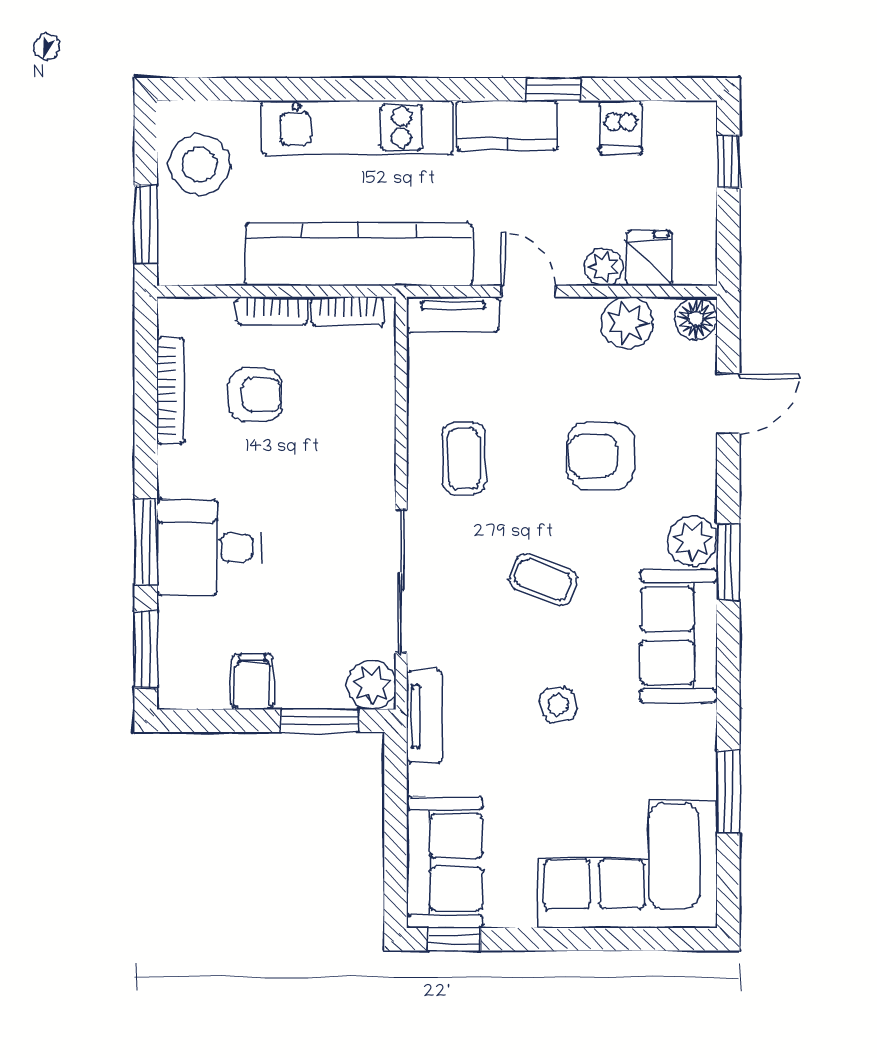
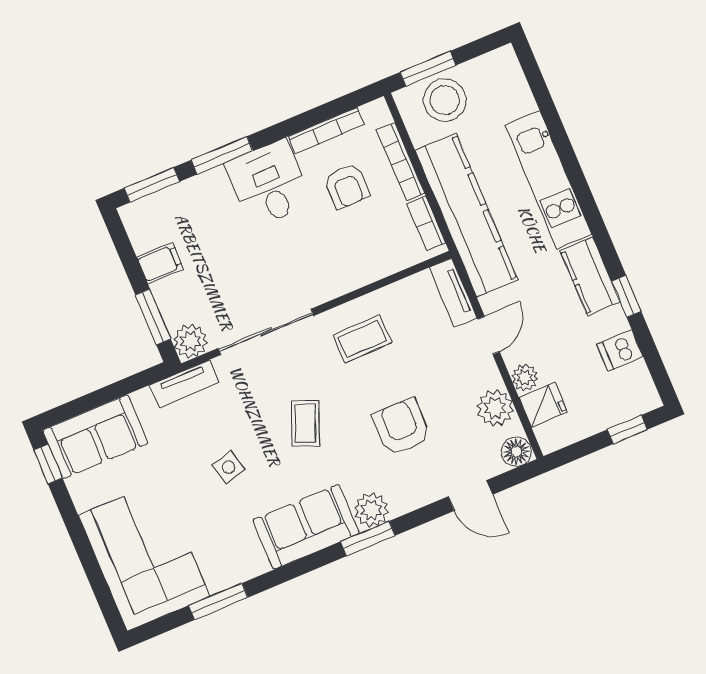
stool: (200, 164) -> (445, 100), moved
bookcase: (272, 311) -> (401, 162), width x1.56
desk: (209, 548) -> (269, 184), moved

